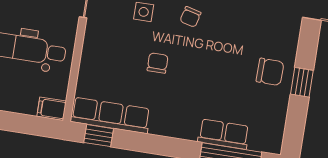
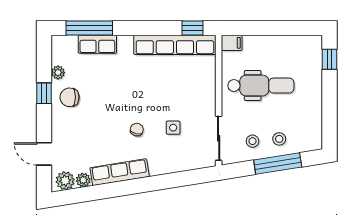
chair: (158, 63) -> (156, 90), removed
plant: (280, 106) -> (58, 73), added
row of seats: (110, 115) -> (175, 45), width x1.36

